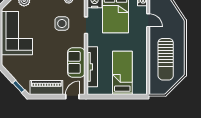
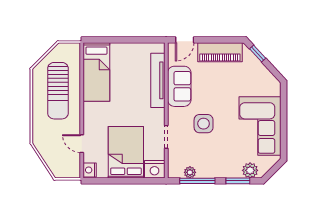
side table: (62, 24) -> (204, 124), moved
sun lounger: (166, 59) -> (58, 91), turned 180
bed: (122, 73) -> (96, 72), moved

